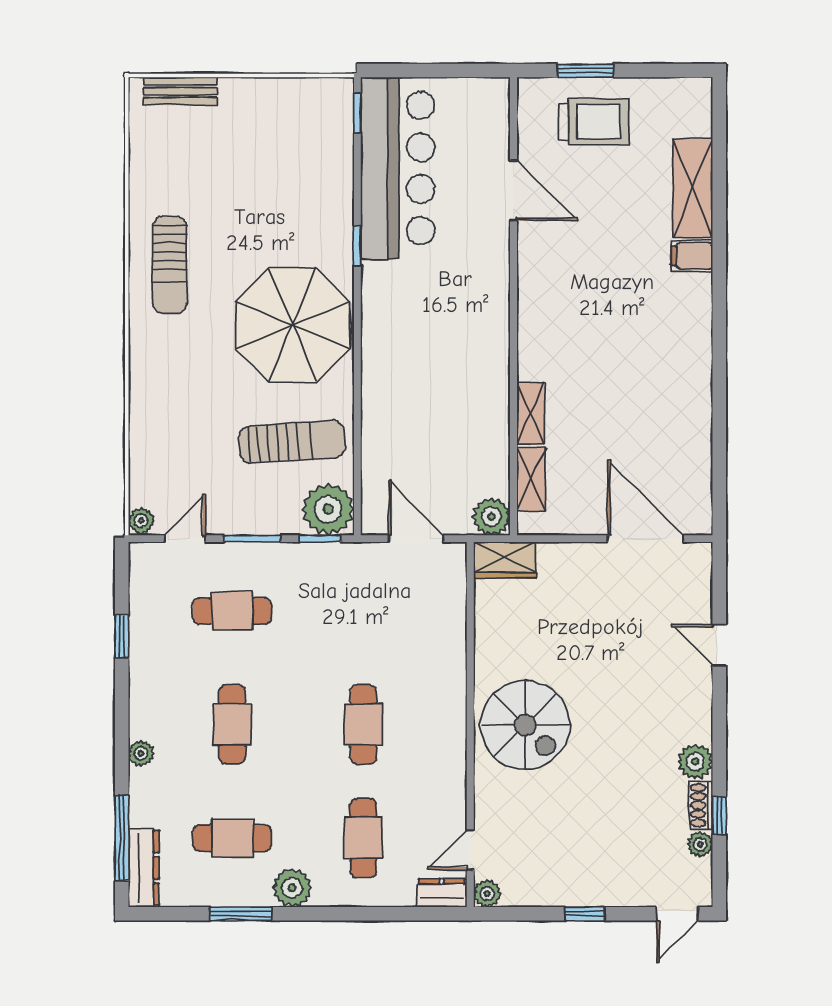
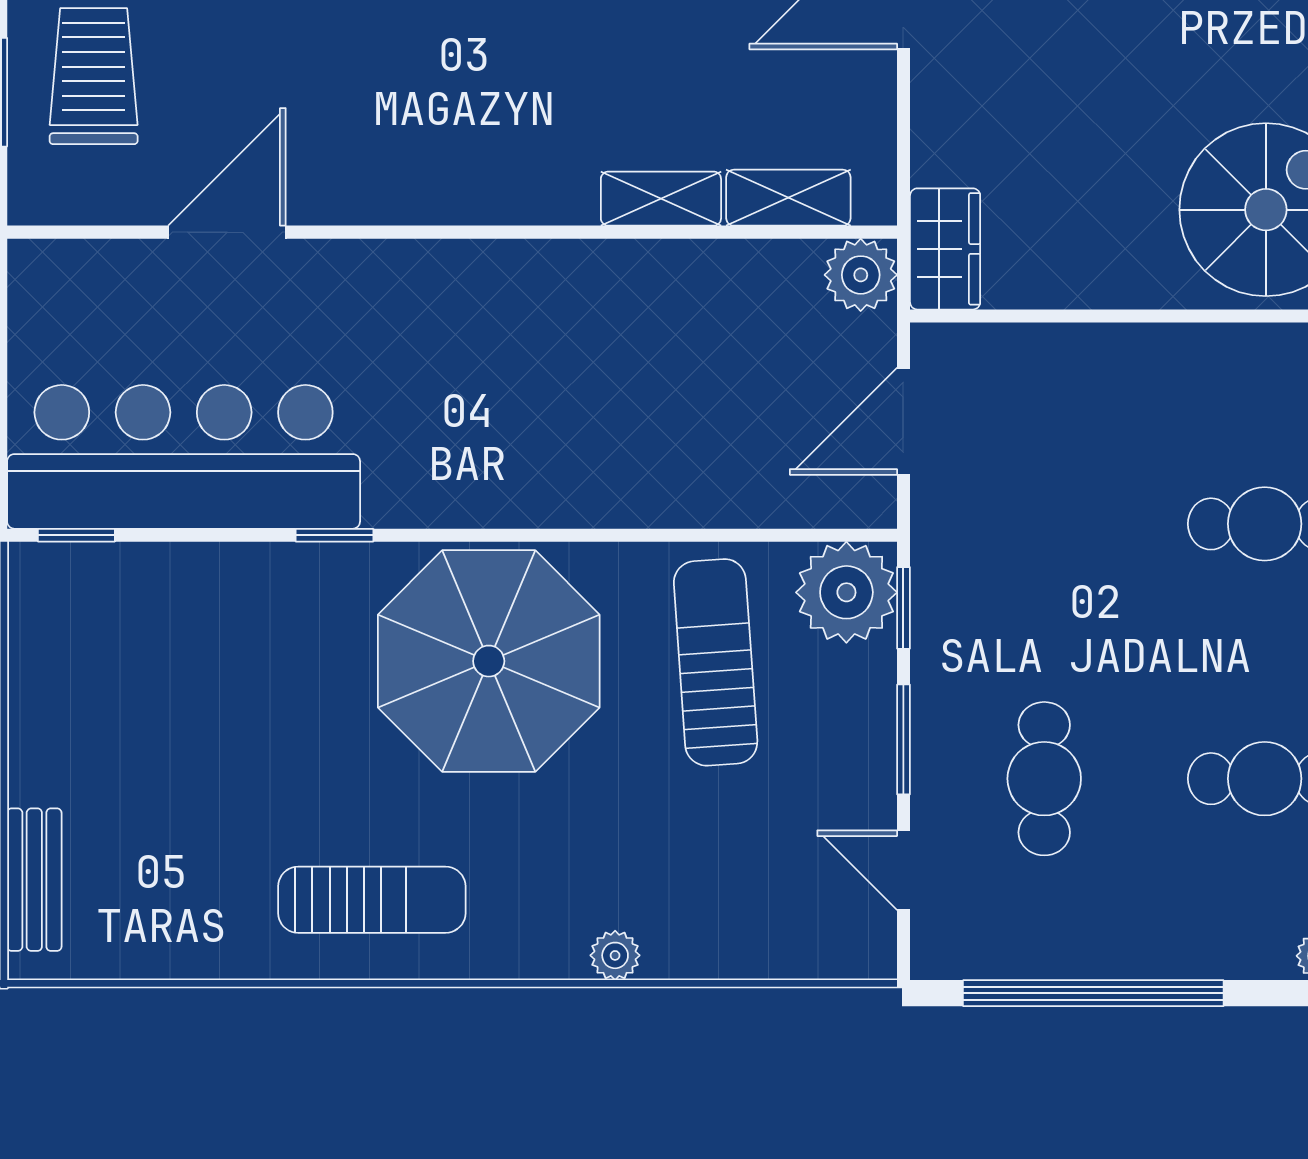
plant: (141, 521) -> (615, 955), moved
window: (122, 636) -> (1093, 993), width x3.17

